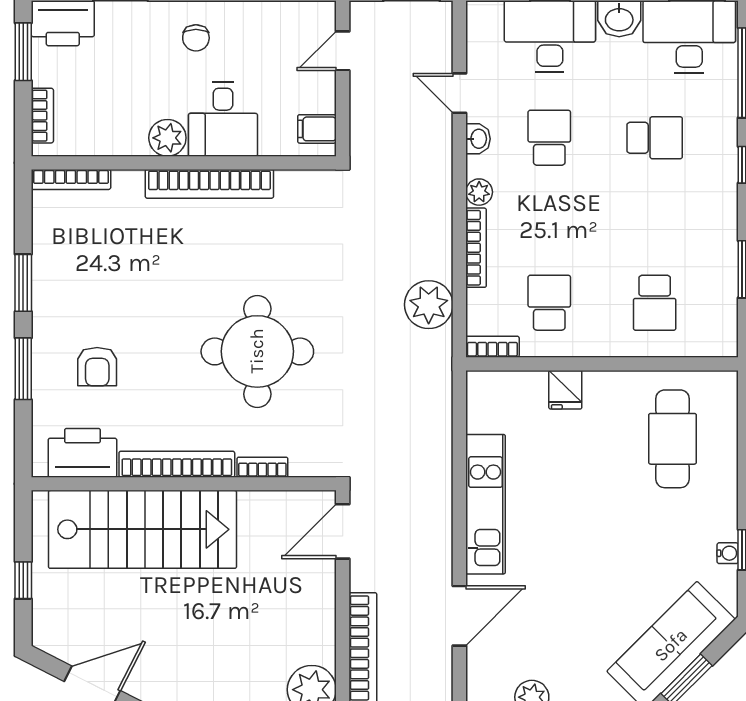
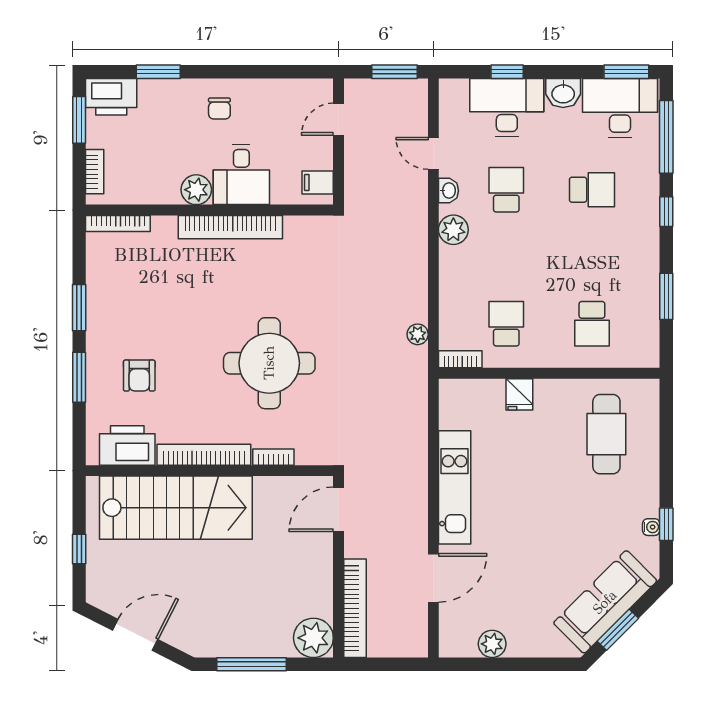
plant: (479, 192) -> (453, 230), width x1.38, depth x1.38
bookcase: (476, 248) -> (447, 279), removed
plant: (429, 305) -> (418, 334), width x0.53, depth x0.53

